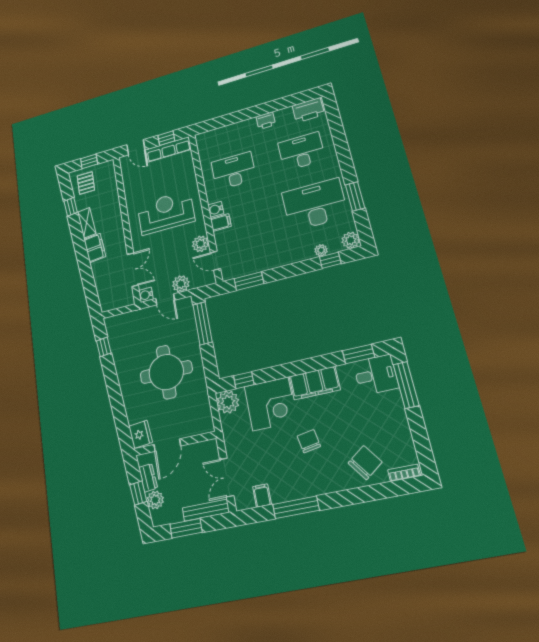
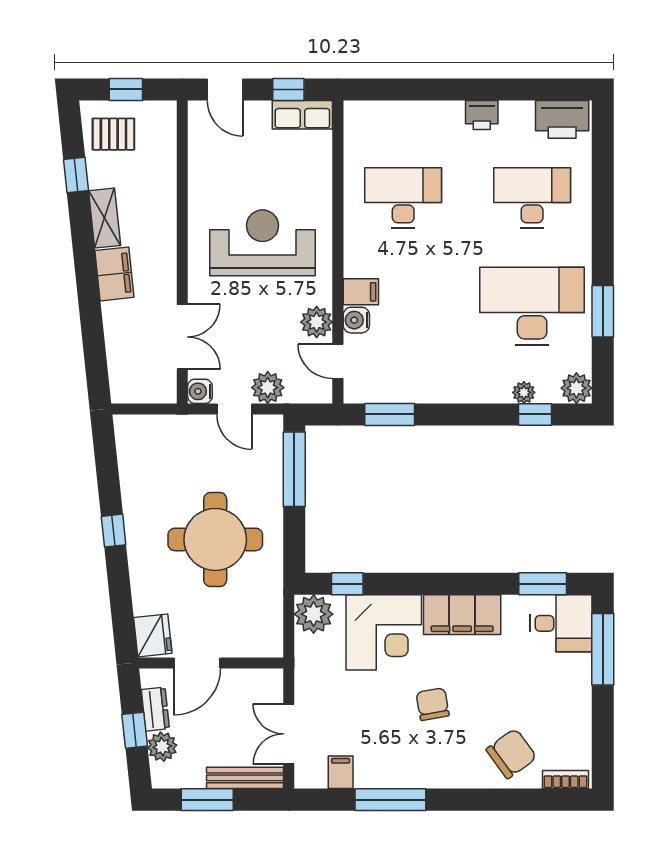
row of seats: (168, 149) -> (302, 115), width x0.68
pallet: (86, 183) -> (113, 134), turned 90
water cooler: (216, 209) -> (356, 320), moved
window: (104, 347) -> (114, 531), moved

